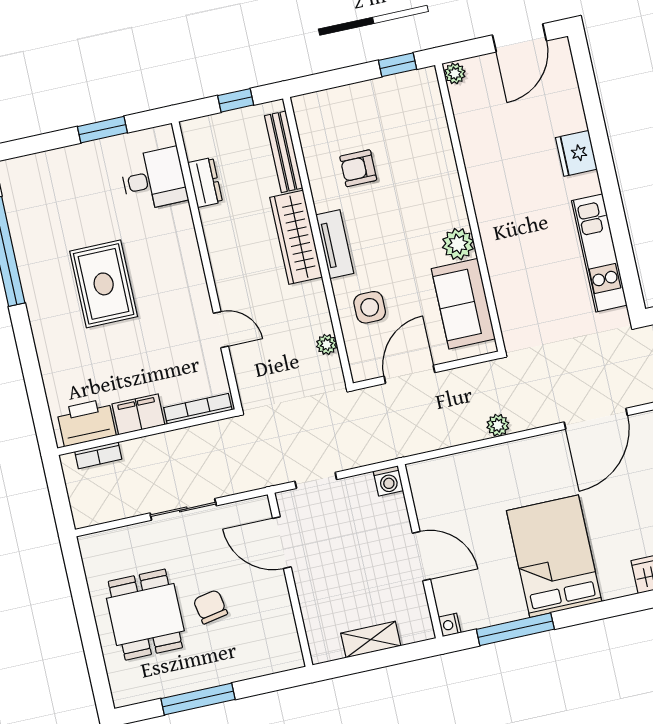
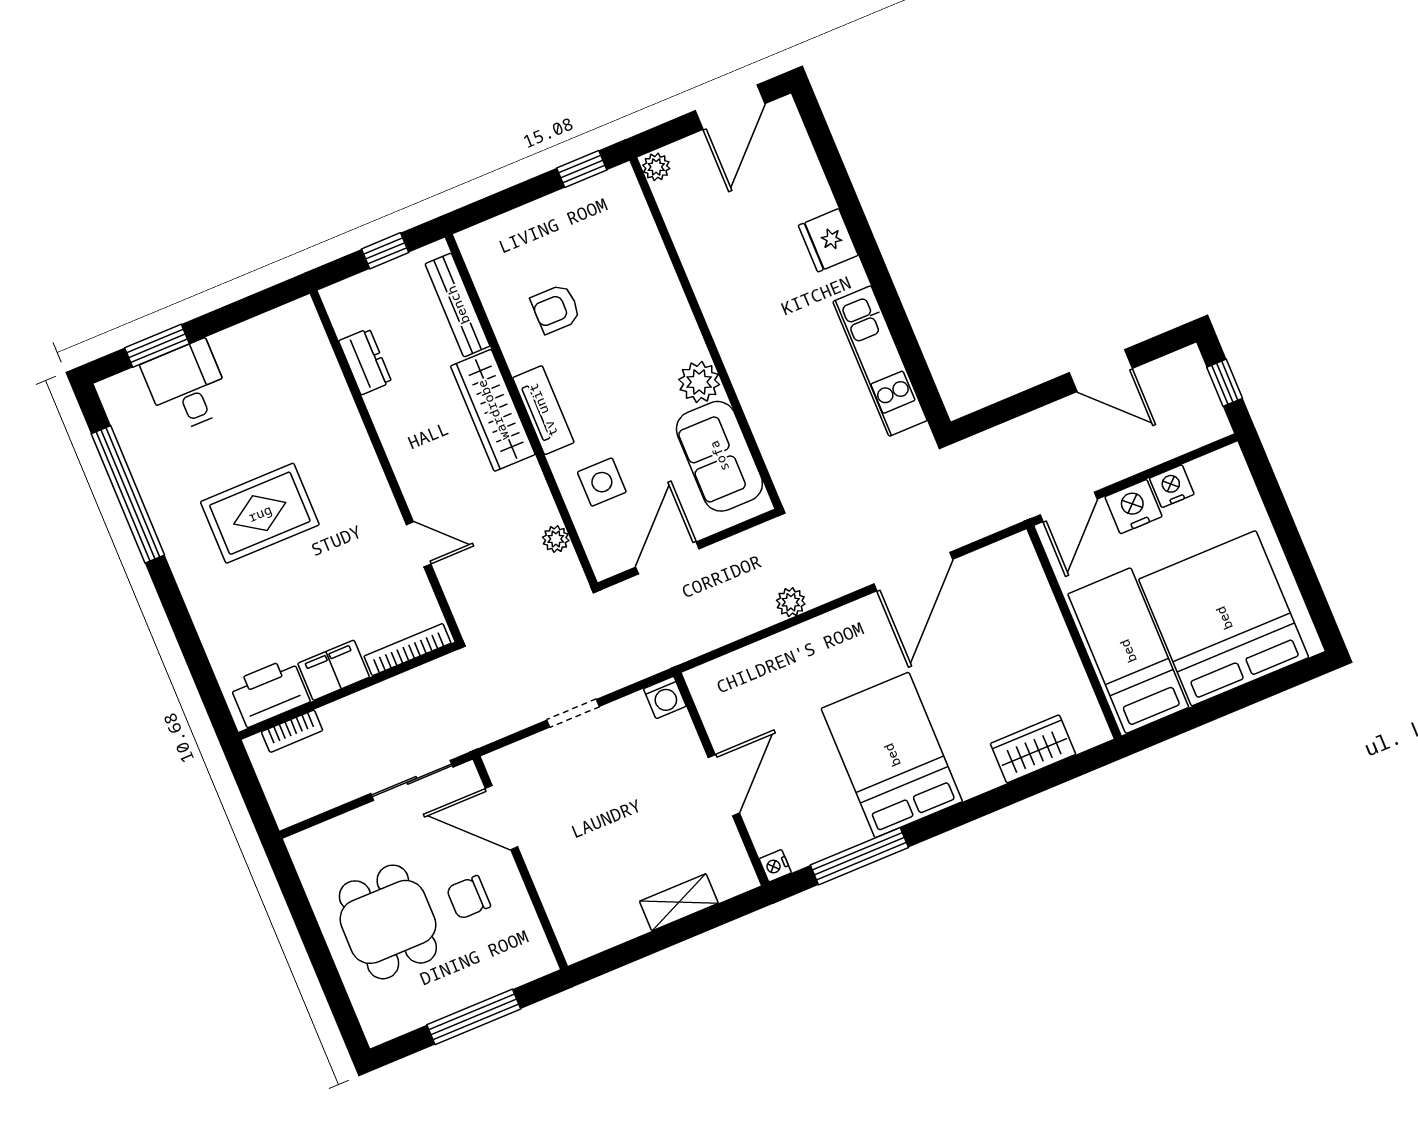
window: (102, 130) -> (157, 346), moved
desk: (154, 179) -> (187, 387), moved, turned -90
rug: (104, 284) -> (260, 513), turned 90
door: (282, 543) -> (501, 818), moved
door: (421, 556) -> (724, 785), hinge flipped
wall: (290, 580) -> (520, 863), moved
chair: (210, 607) -> (468, 897), turned -79

